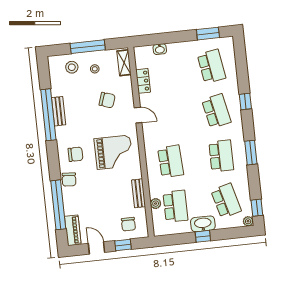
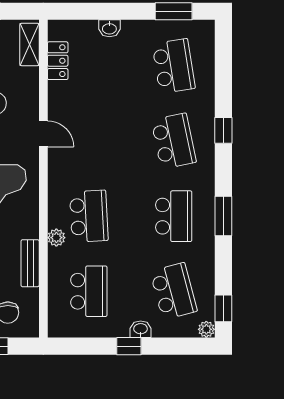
washbasin: (160, 49) -> (109, 28), moved
locker: (143, 81) -> (58, 61), moved
plant: (156, 204) -> (56, 238), moved
washbasin: (203, 224) -> (141, 329), width x0.52, depth x0.69

